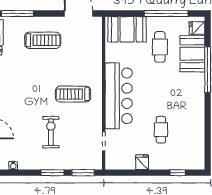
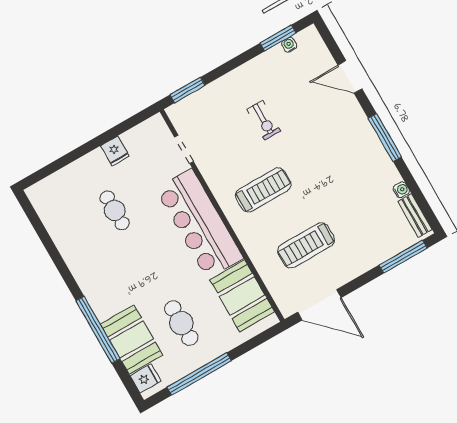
booth: (127, 29) -> (242, 296), moved, turned 90
treadmill: (43, 40) -> (306, 245), moved
exercise bike: (51, 132) -> (264, 120), width x0.73, depth x0.72
window: (52, 173) -> (278, 38), moved
window: (178, 173) -> (58, 165), removed

